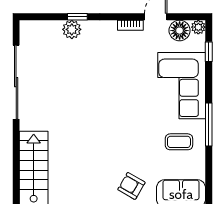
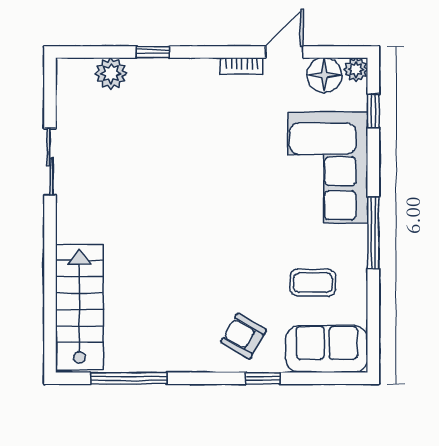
plant: (72, 29) -> (111, 73), moved
sliding door: (16, 82) -> (50, 162), width x0.54
coffee table: (179, 142) -> (313, 283), moved

